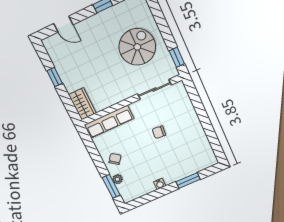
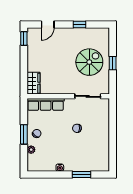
door: (63, 24) -> (48, 24), hinge flipped
window: (177, 57) -> (113, 63), moved
window: (55, 77) -> (24, 38), moved
window: (111, 186) -> (24, 134), moved

